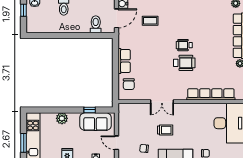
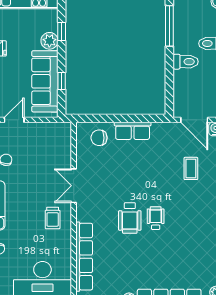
toilet: (96, 24) -> (186, 62), moved
window: (51, 36) -> (169, 26), added
window: (55, 110) -> (62, 31), added
sofa: (95, 122) -> (45, 81), width x1.36
trolley: (165, 130) -> (53, 218), moved

